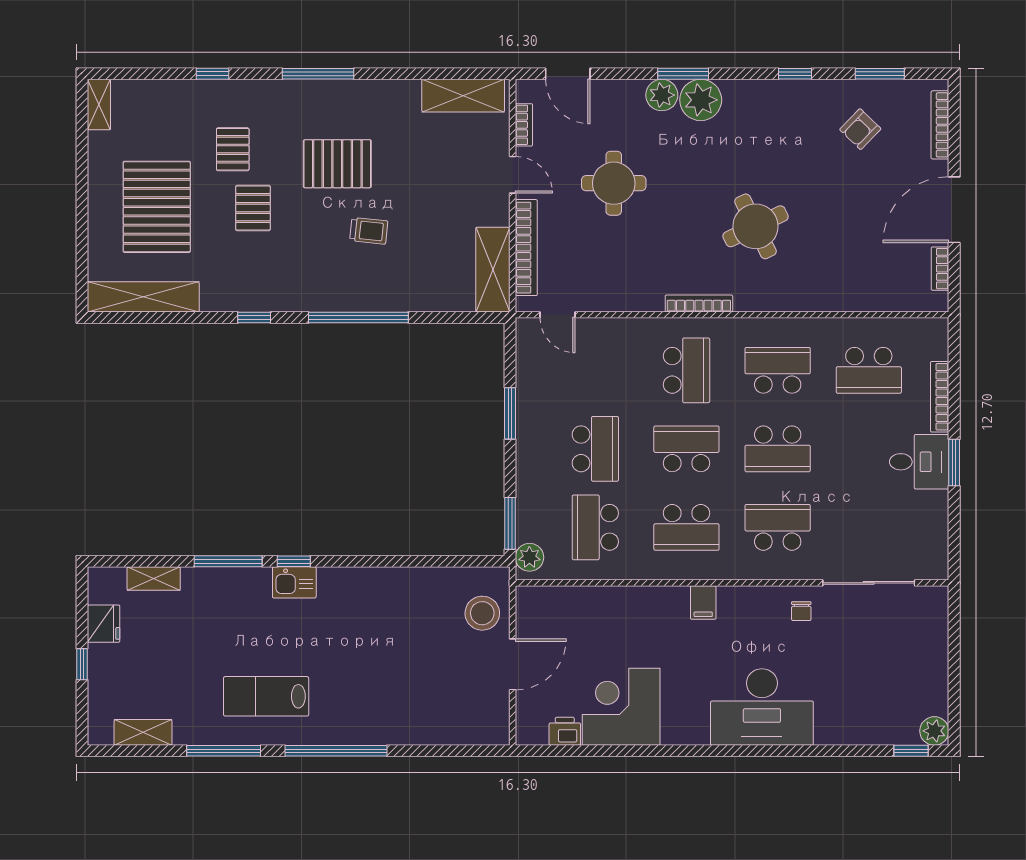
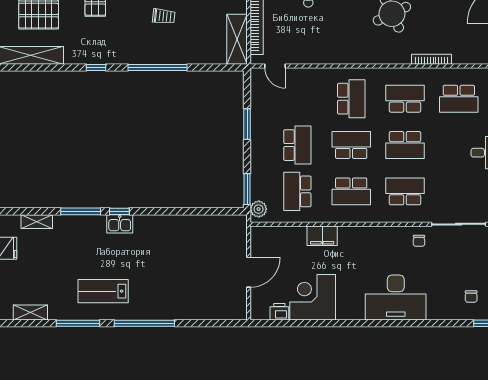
bookcase: (699, 303) -> (432, 59), moved
filing cabinet: (703, 603) -> (322, 236), moved, width x2.00
stool: (482, 613) -> (231, 242), removed
chair: (890, 705) -> (471, 297), added

